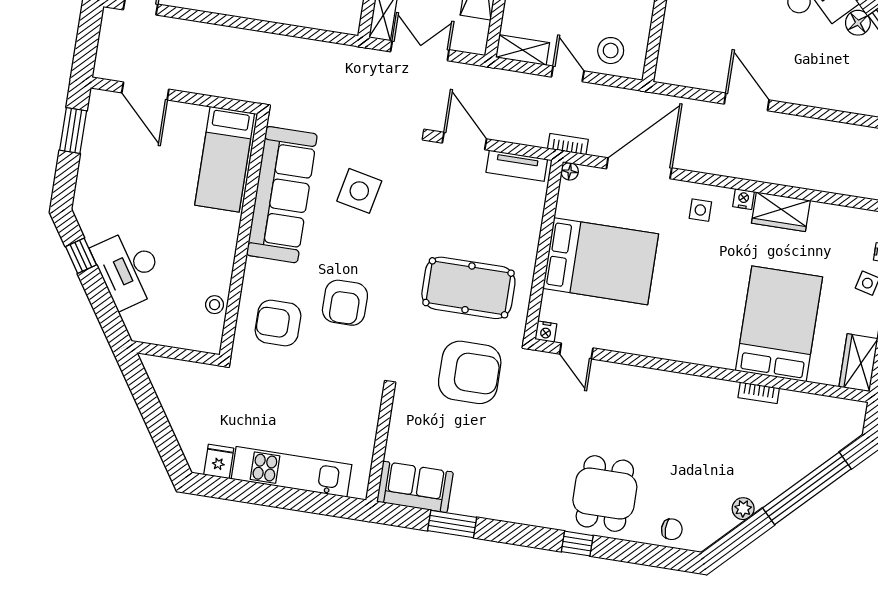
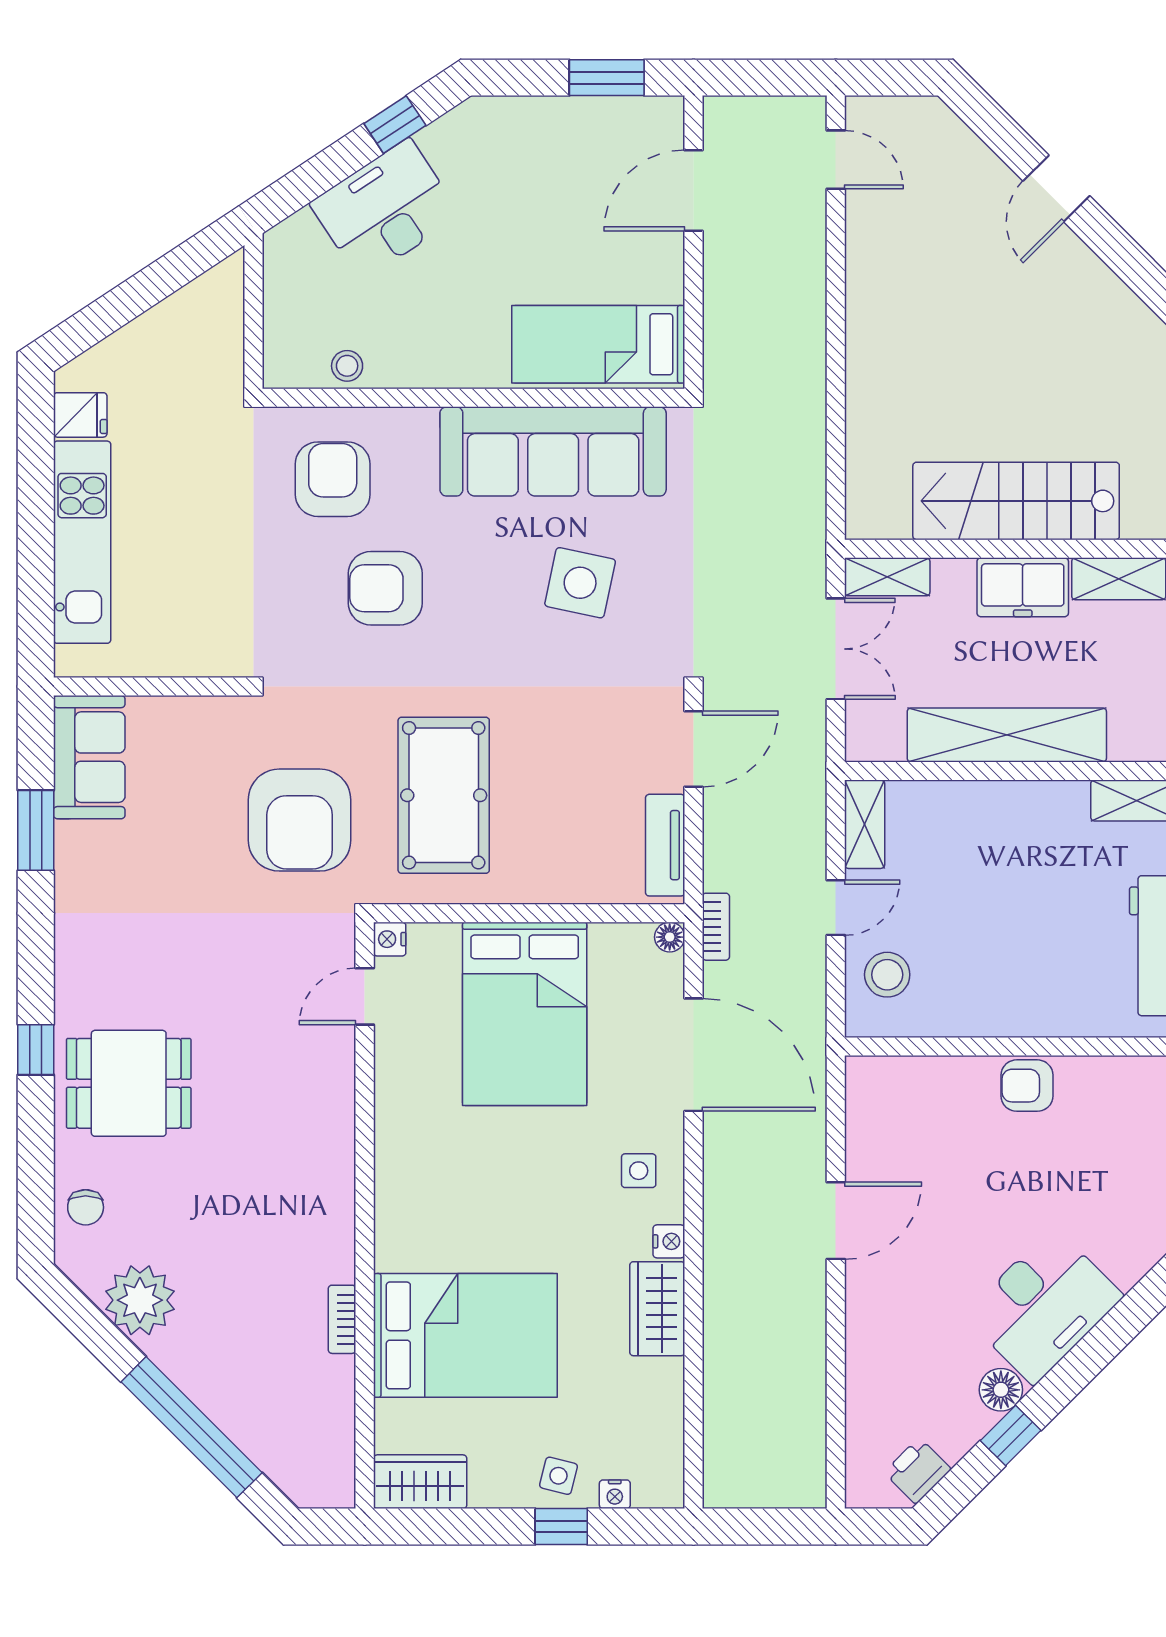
plant: (743, 509) -> (140, 1300), width x1.87, depth x1.87

